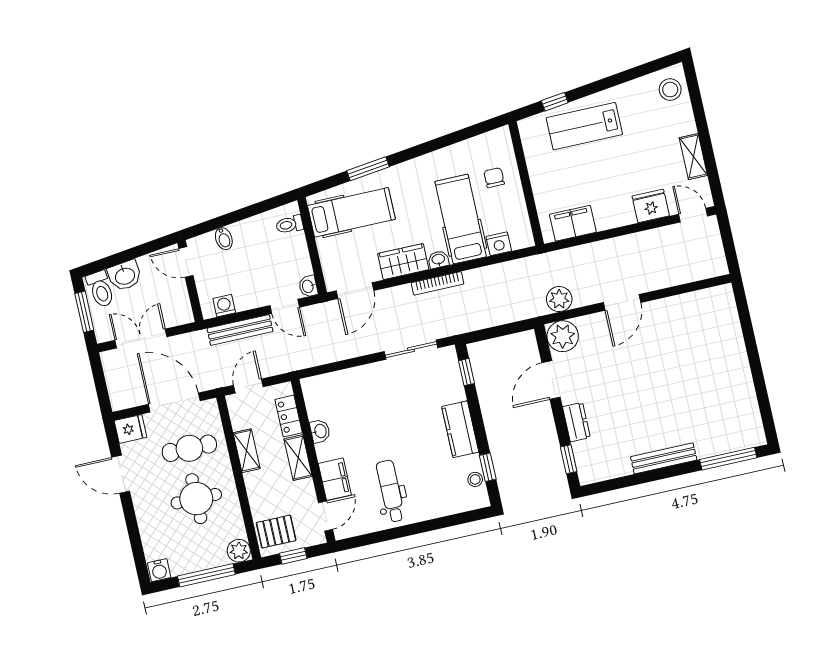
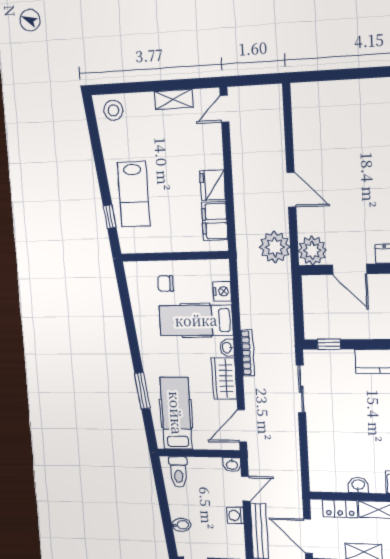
fridge: (651, 206) -> (213, 185), moved
toilet: (290, 225) -> (179, 472), width x1.37, depth x1.39
door: (355, 291) -> (242, 426), swing flipped
plant: (559, 299) -> (275, 247), width x1.36, depth x1.36
washing machine: (224, 306) -> (235, 515), moved
door: (248, 386) -> (308, 536), width x1.38

